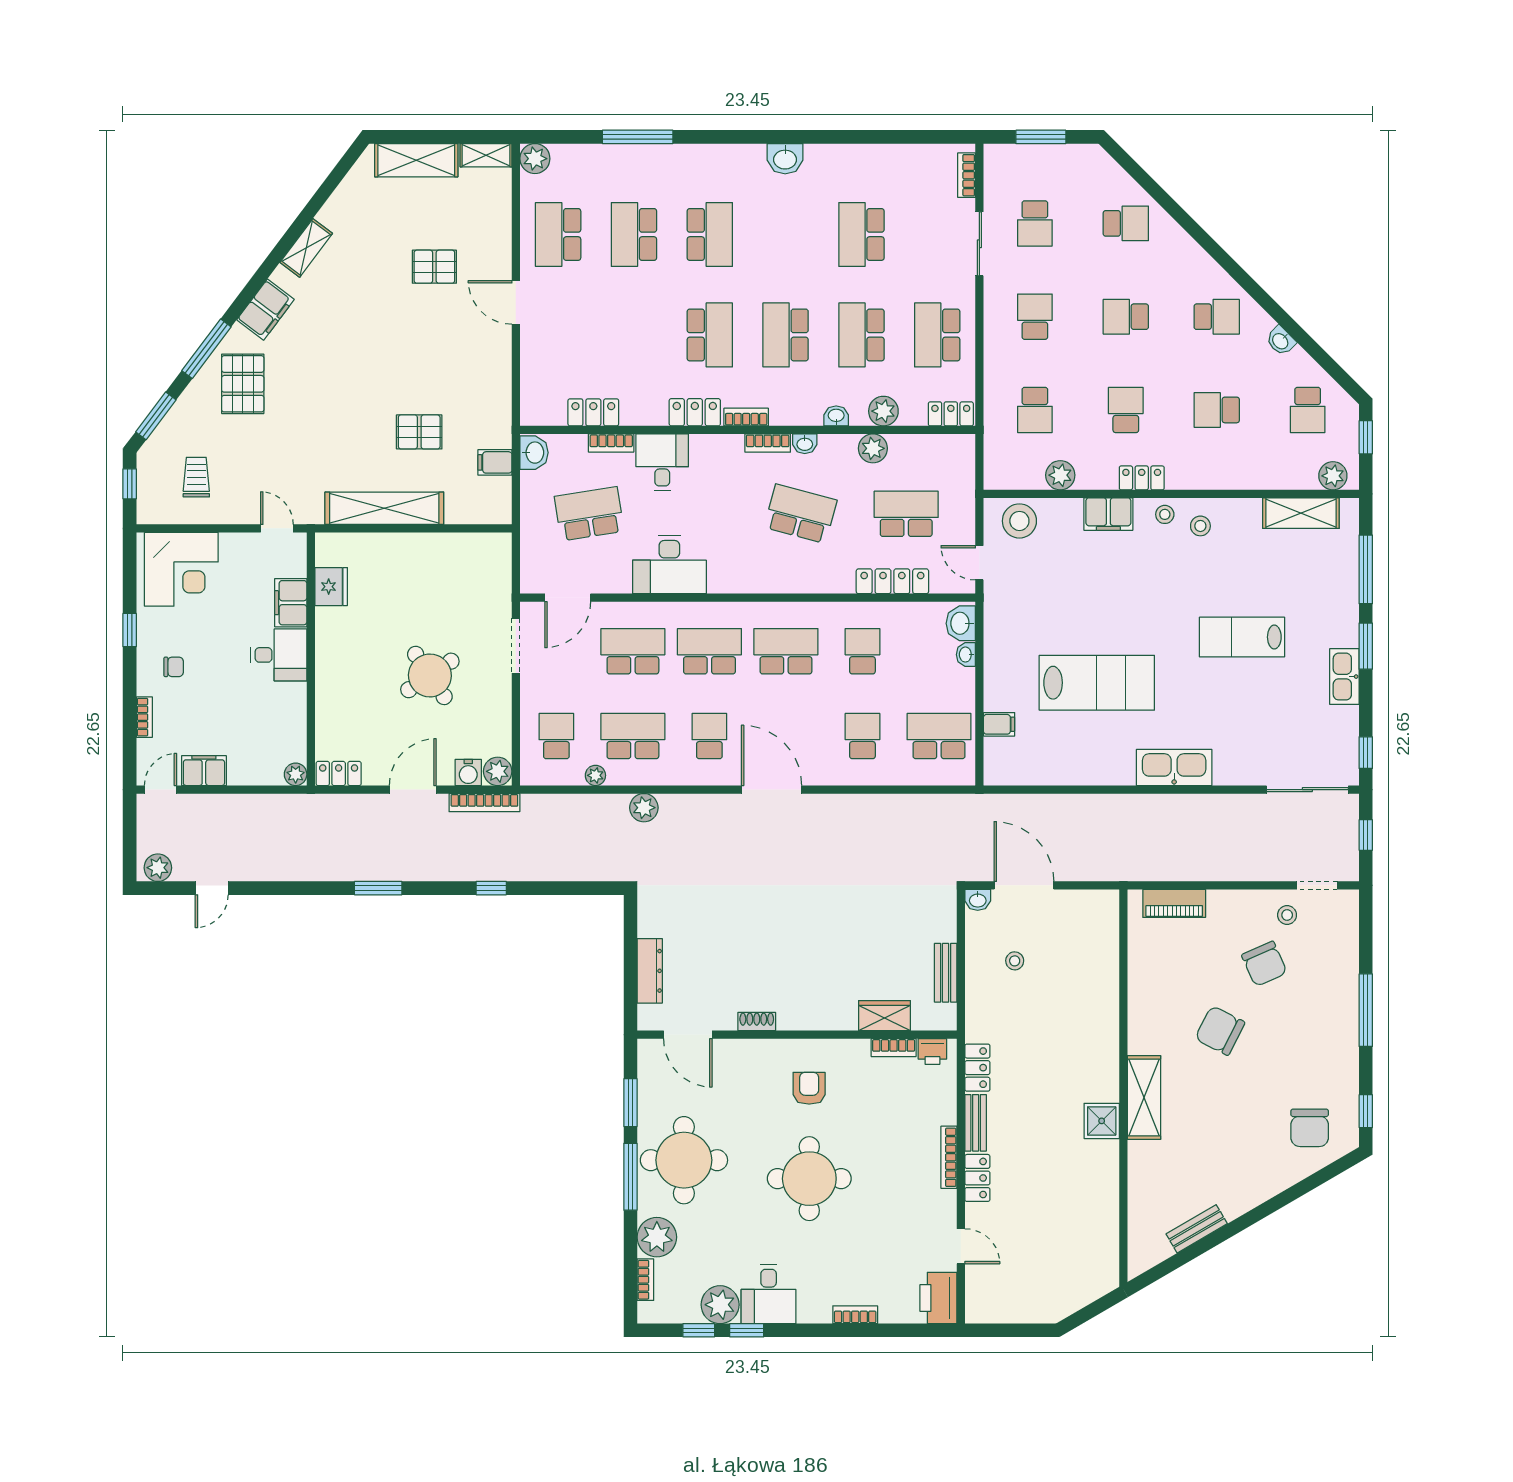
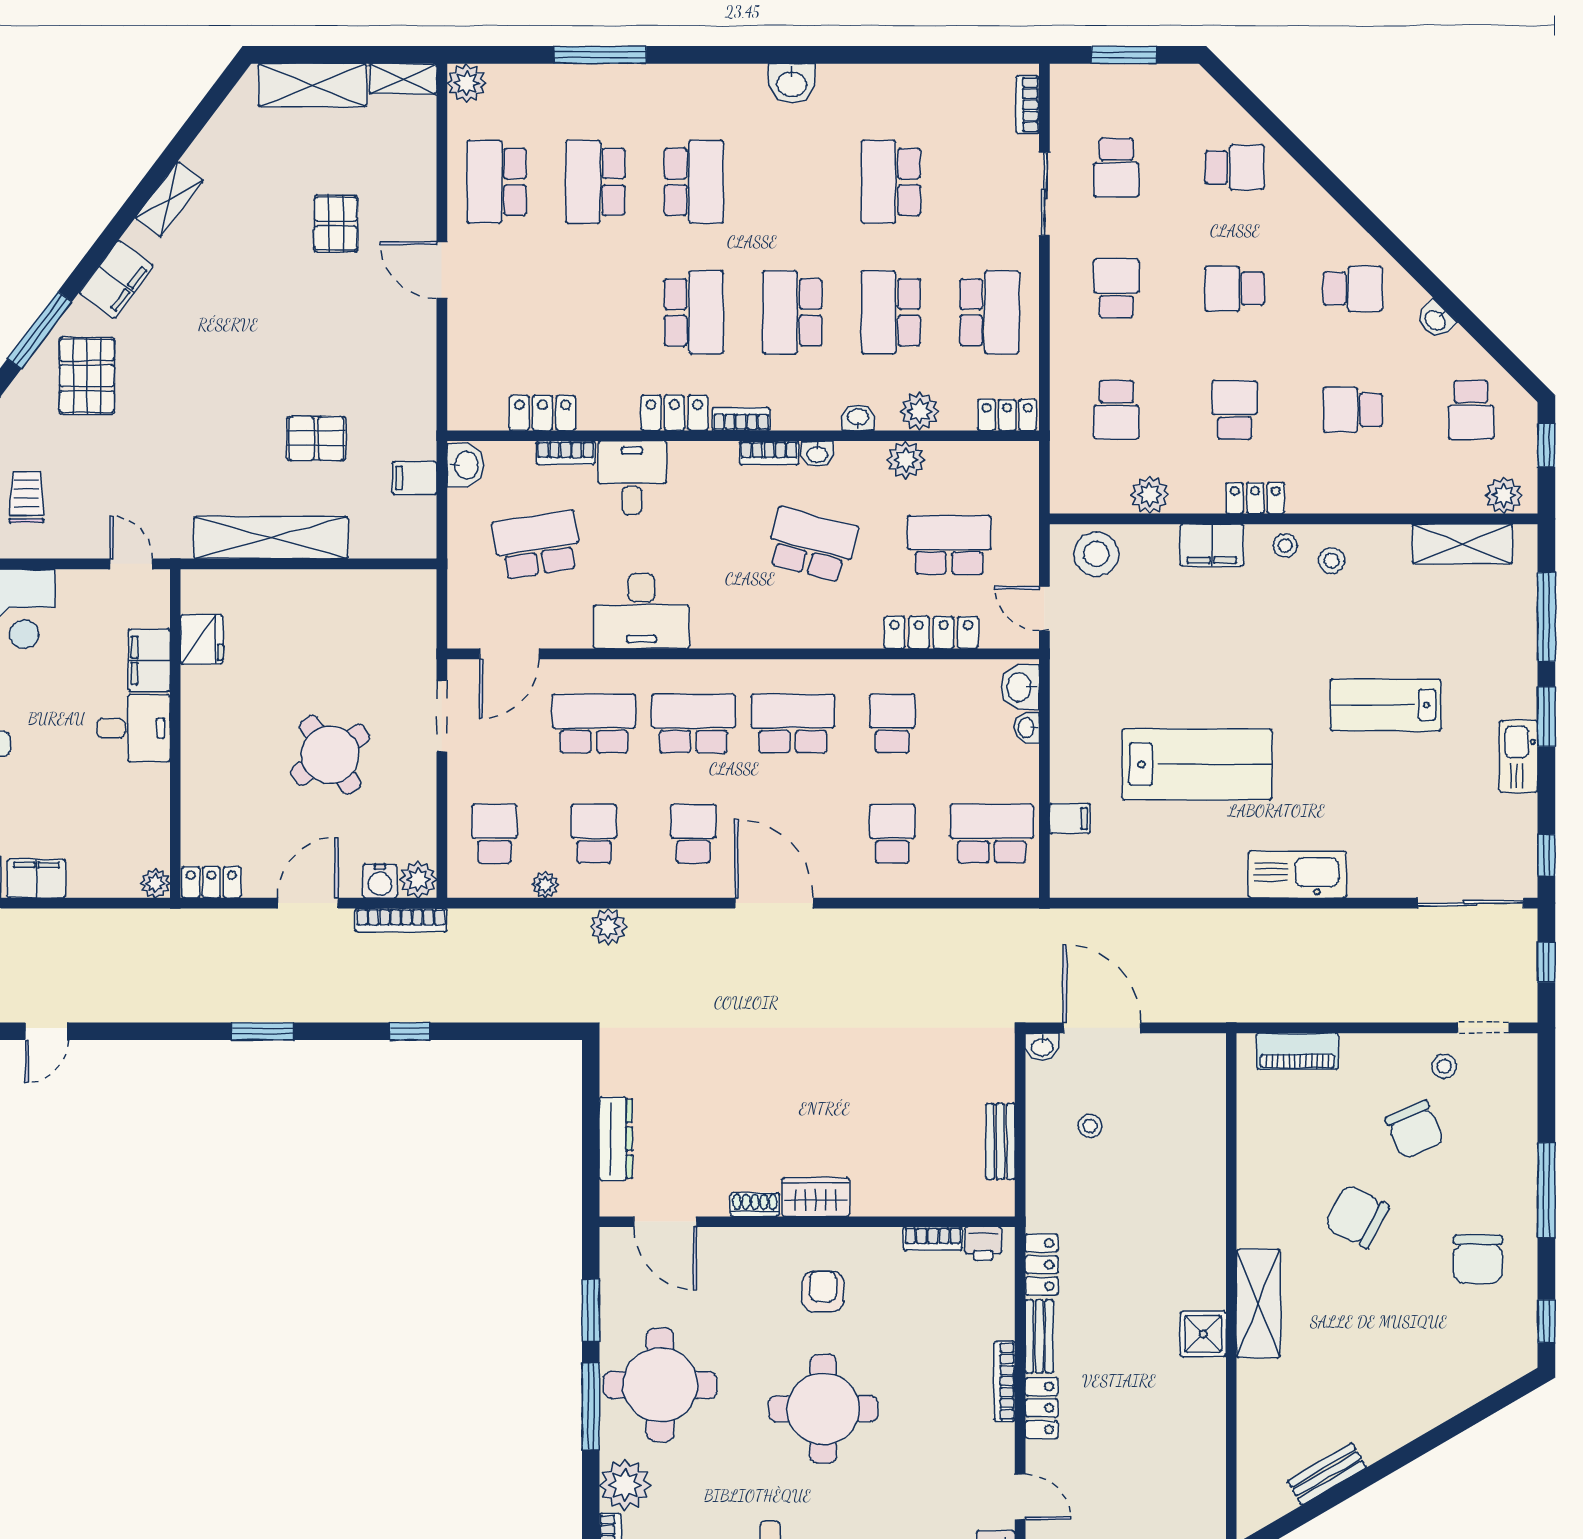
pallet: (434, 267) -> (336, 224), turned 90
school desk: (937, 335) -> (989, 312), turned 180
school desk: (633, 736) -> (594, 834), width x0.54
wardrobe: (884, 1016) -> (816, 1197), moved
chair: (1310, 1128) -> (1478, 1259), moved

